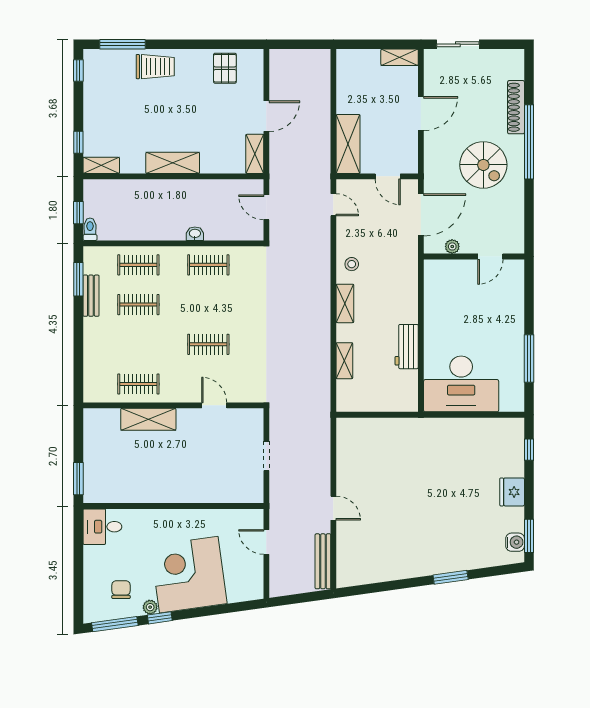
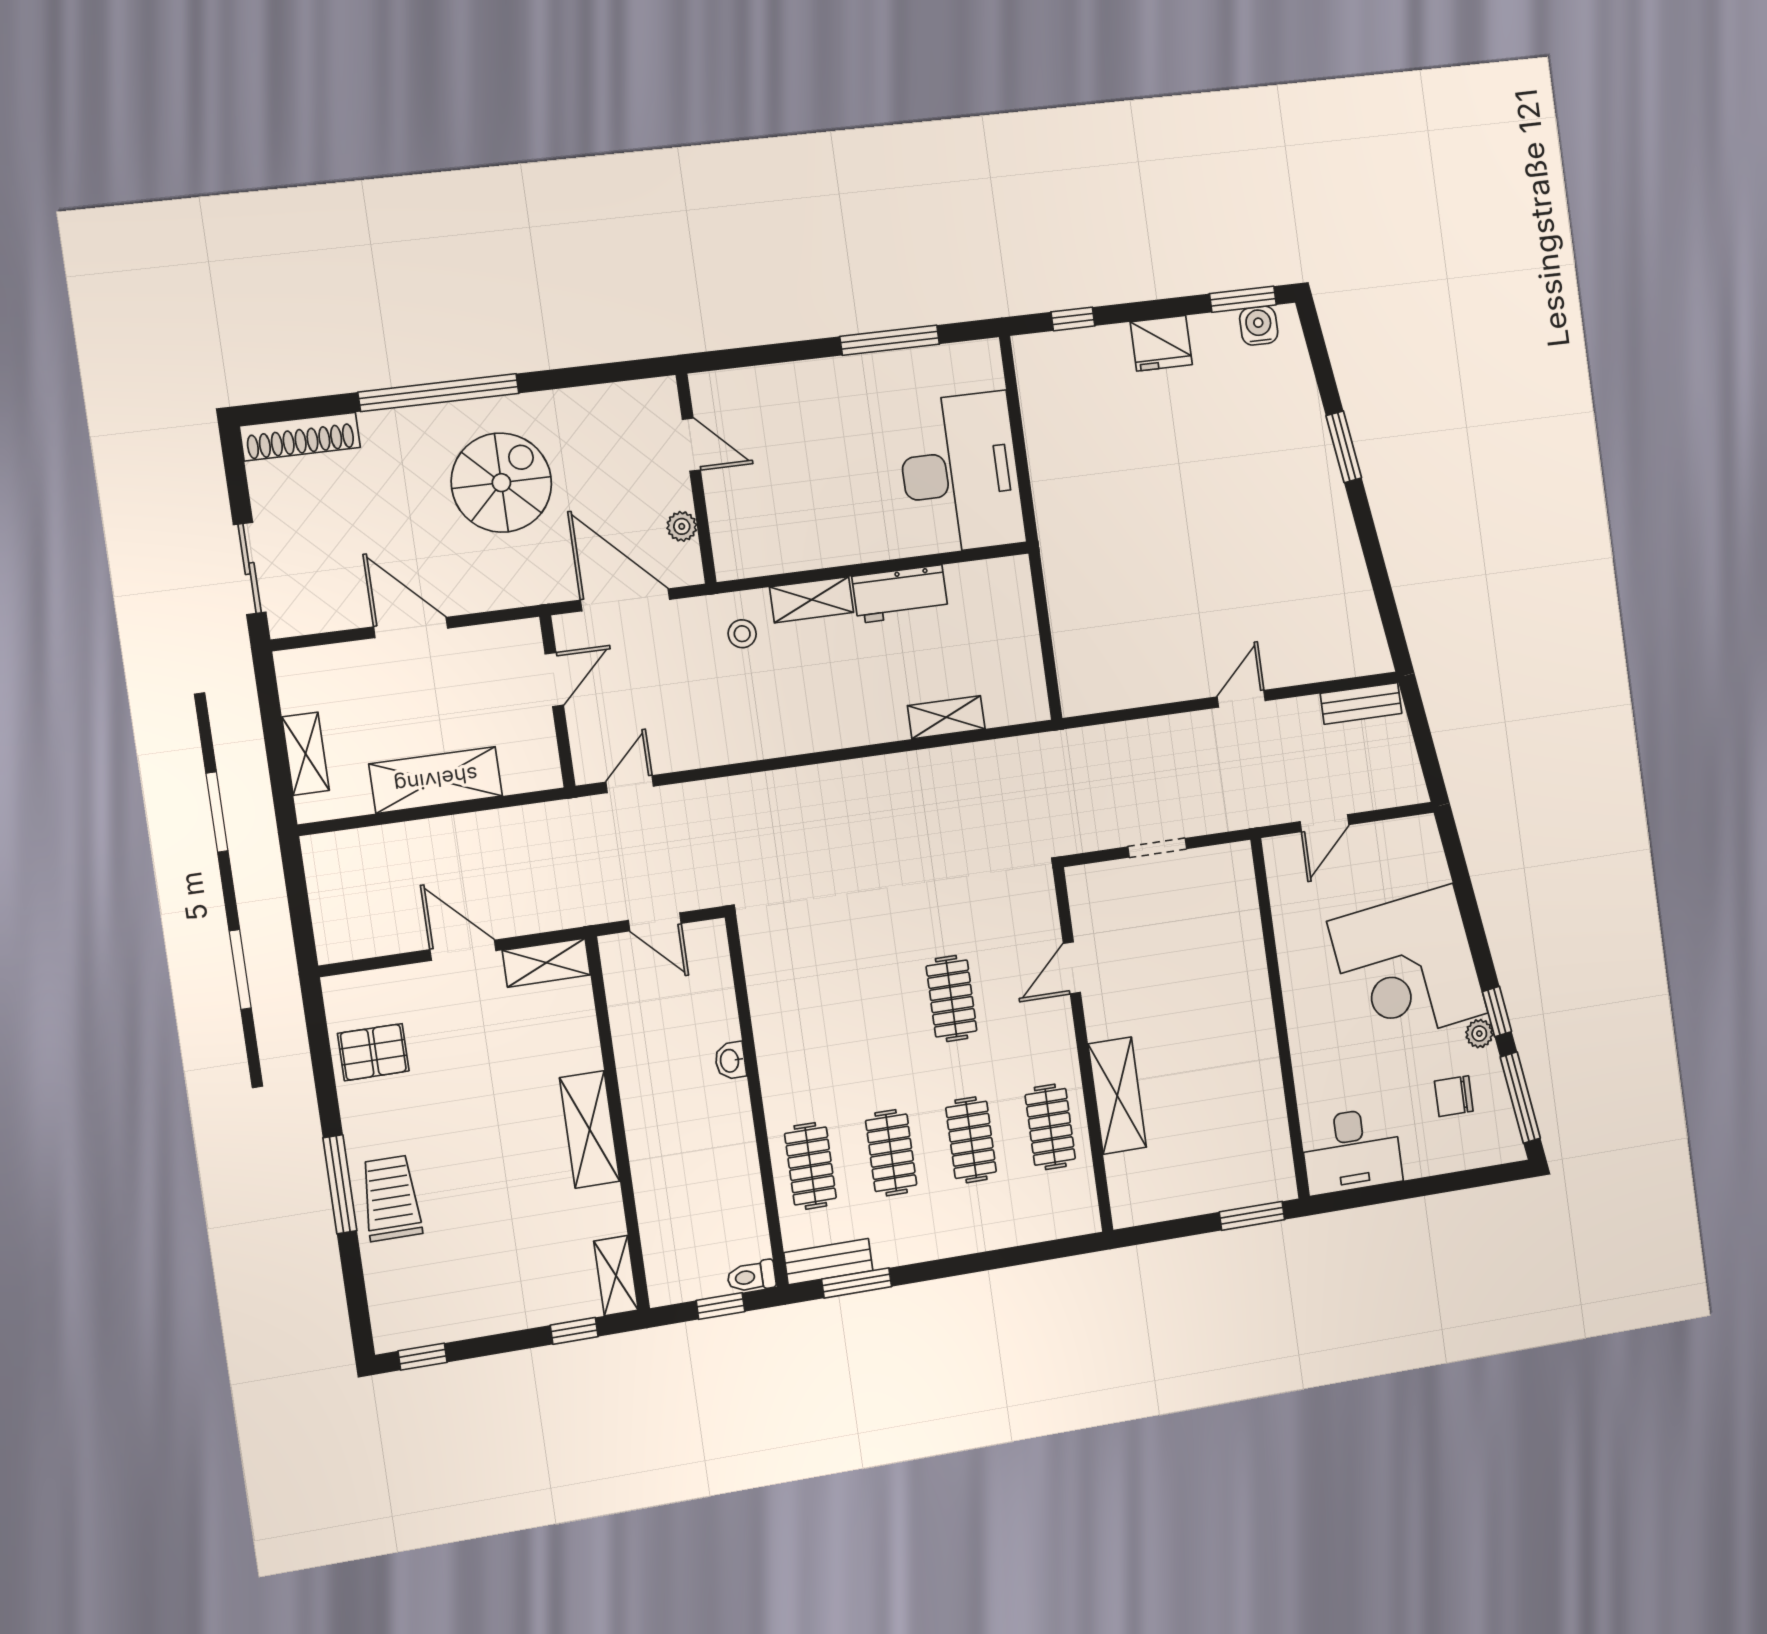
window: (122, 44) -> (340, 1184), moved
shelving: (400, 57) -> (306, 754), moved
shoe rack: (516, 107) -> (300, 437), moved
shelving: (348, 144) -> (436, 780), moved
door: (266, 207) -> (655, 922), hinge flipped
stool: (352, 264) -> (742, 634), moved
clothes rail: (208, 265) -> (971, 1140), moved
bench: (91, 296) -> (828, 1262), moved
shelving: (345, 303) -> (812, 600), moved
desk: (102, 527) -> (1351, 1151), width x1.37
bench: (323, 561) -> (1361, 703), width x0.73

